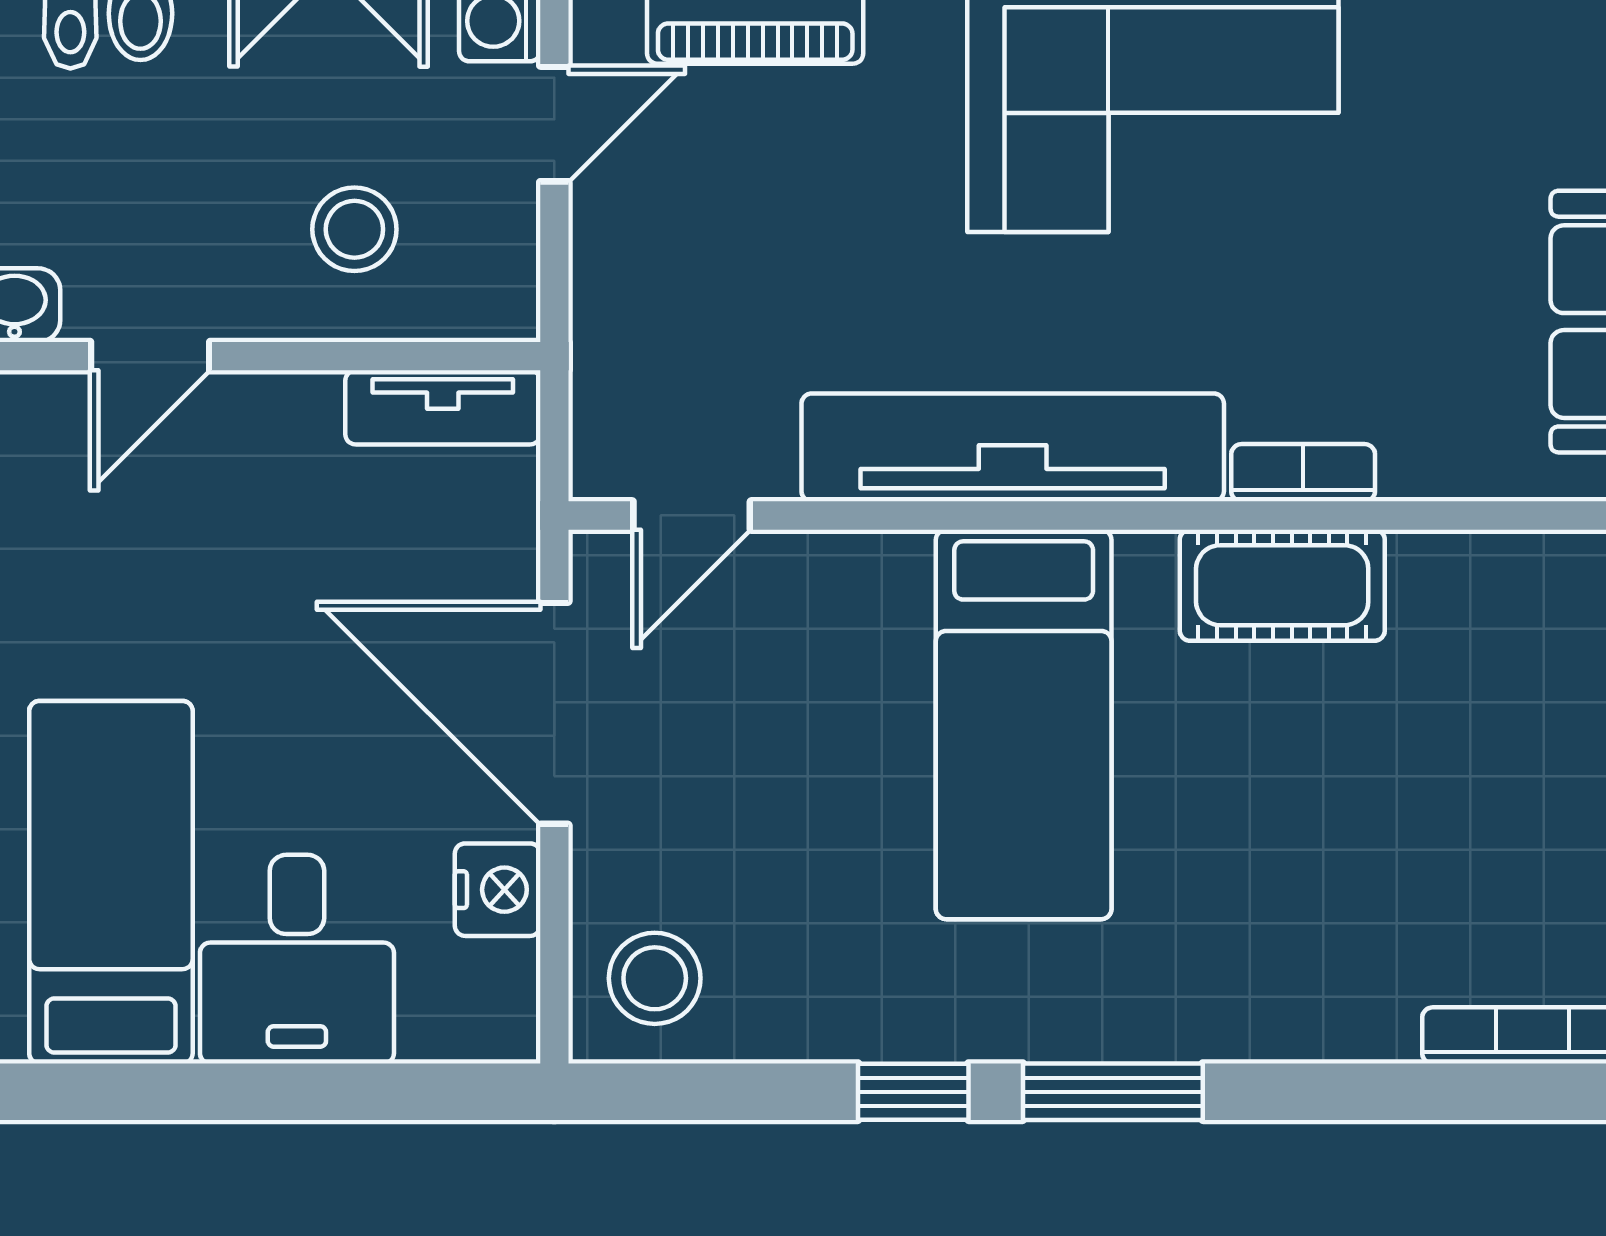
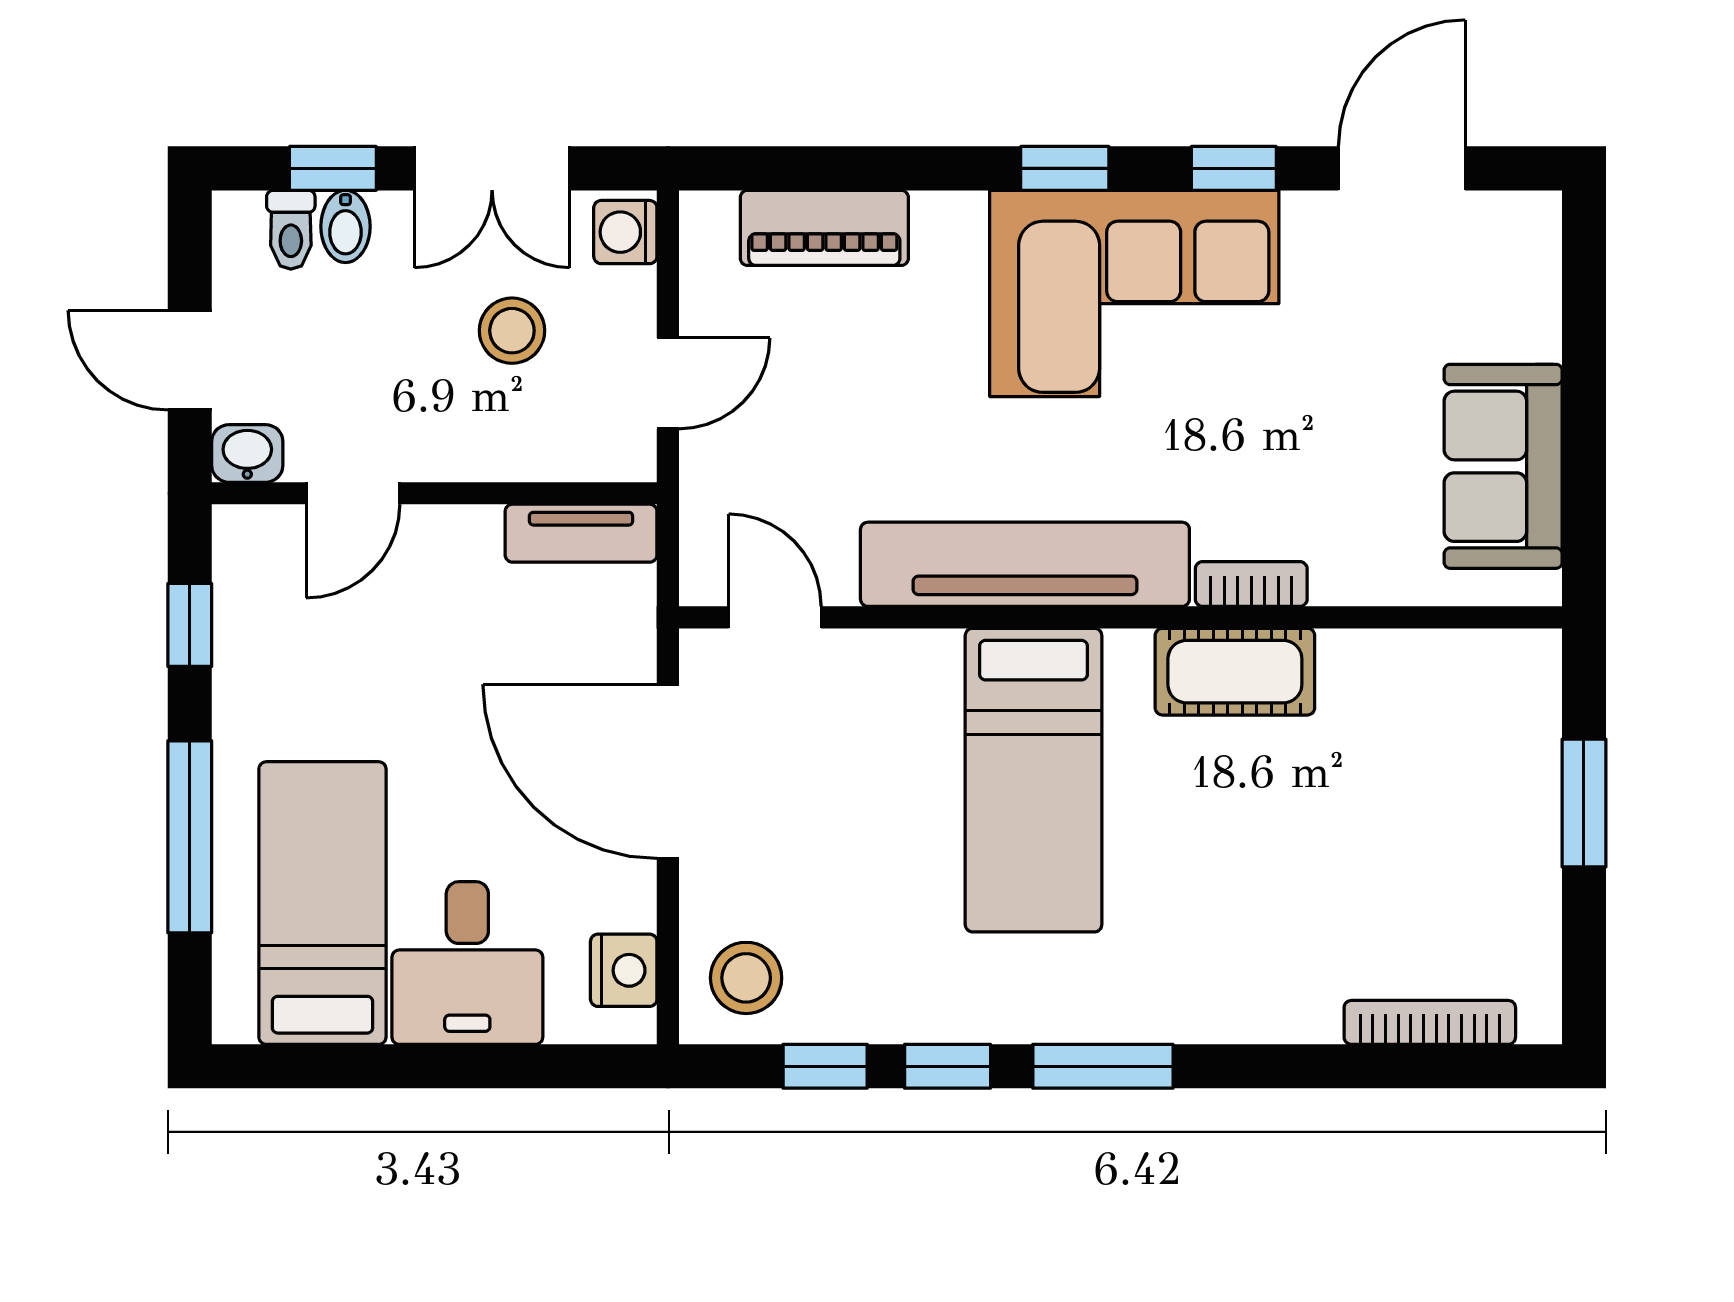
door: (554, 124) -> (668, 383), moved
stool: (354, 229) -> (512, 331), moved
door: (692, 515) -> (775, 617), swing flipped
nightstand: (498, 890) -> (624, 970), moved
window: (756, 1092) -> (825, 1066), added

